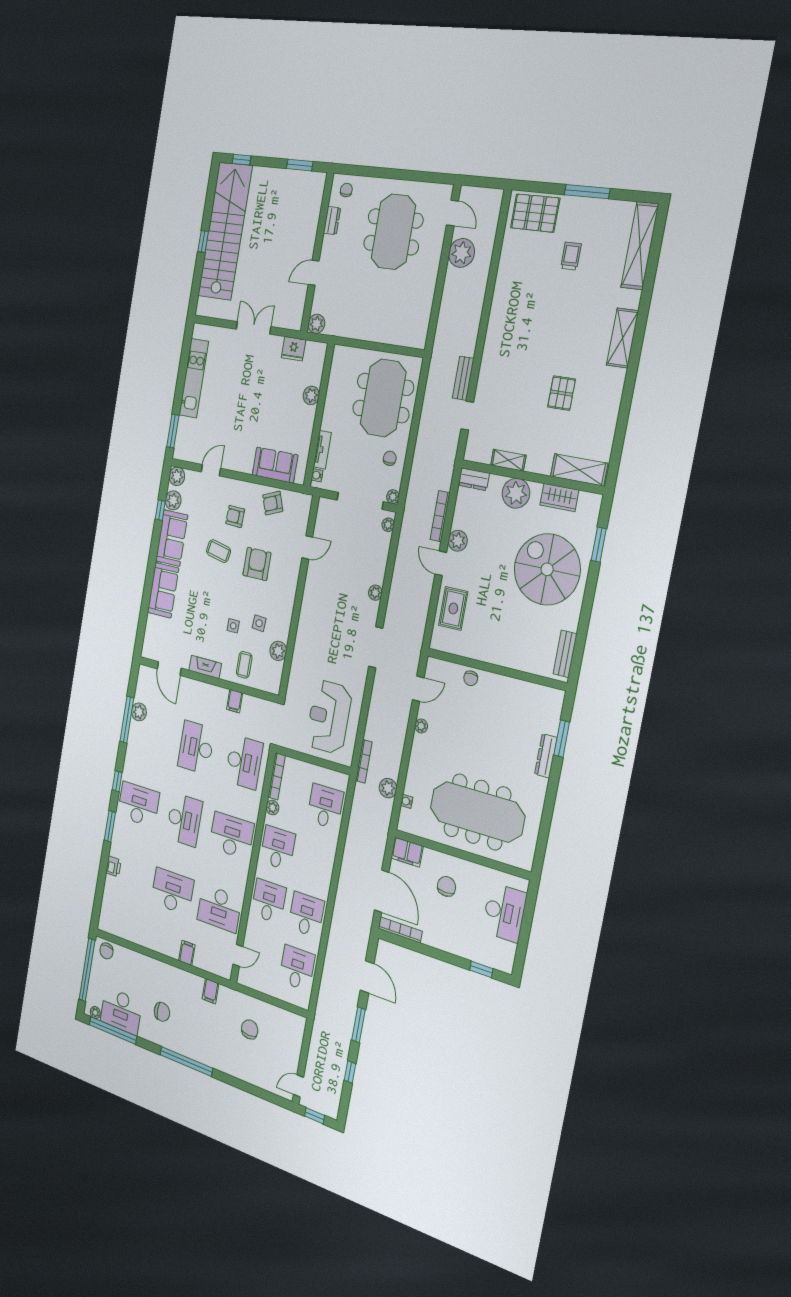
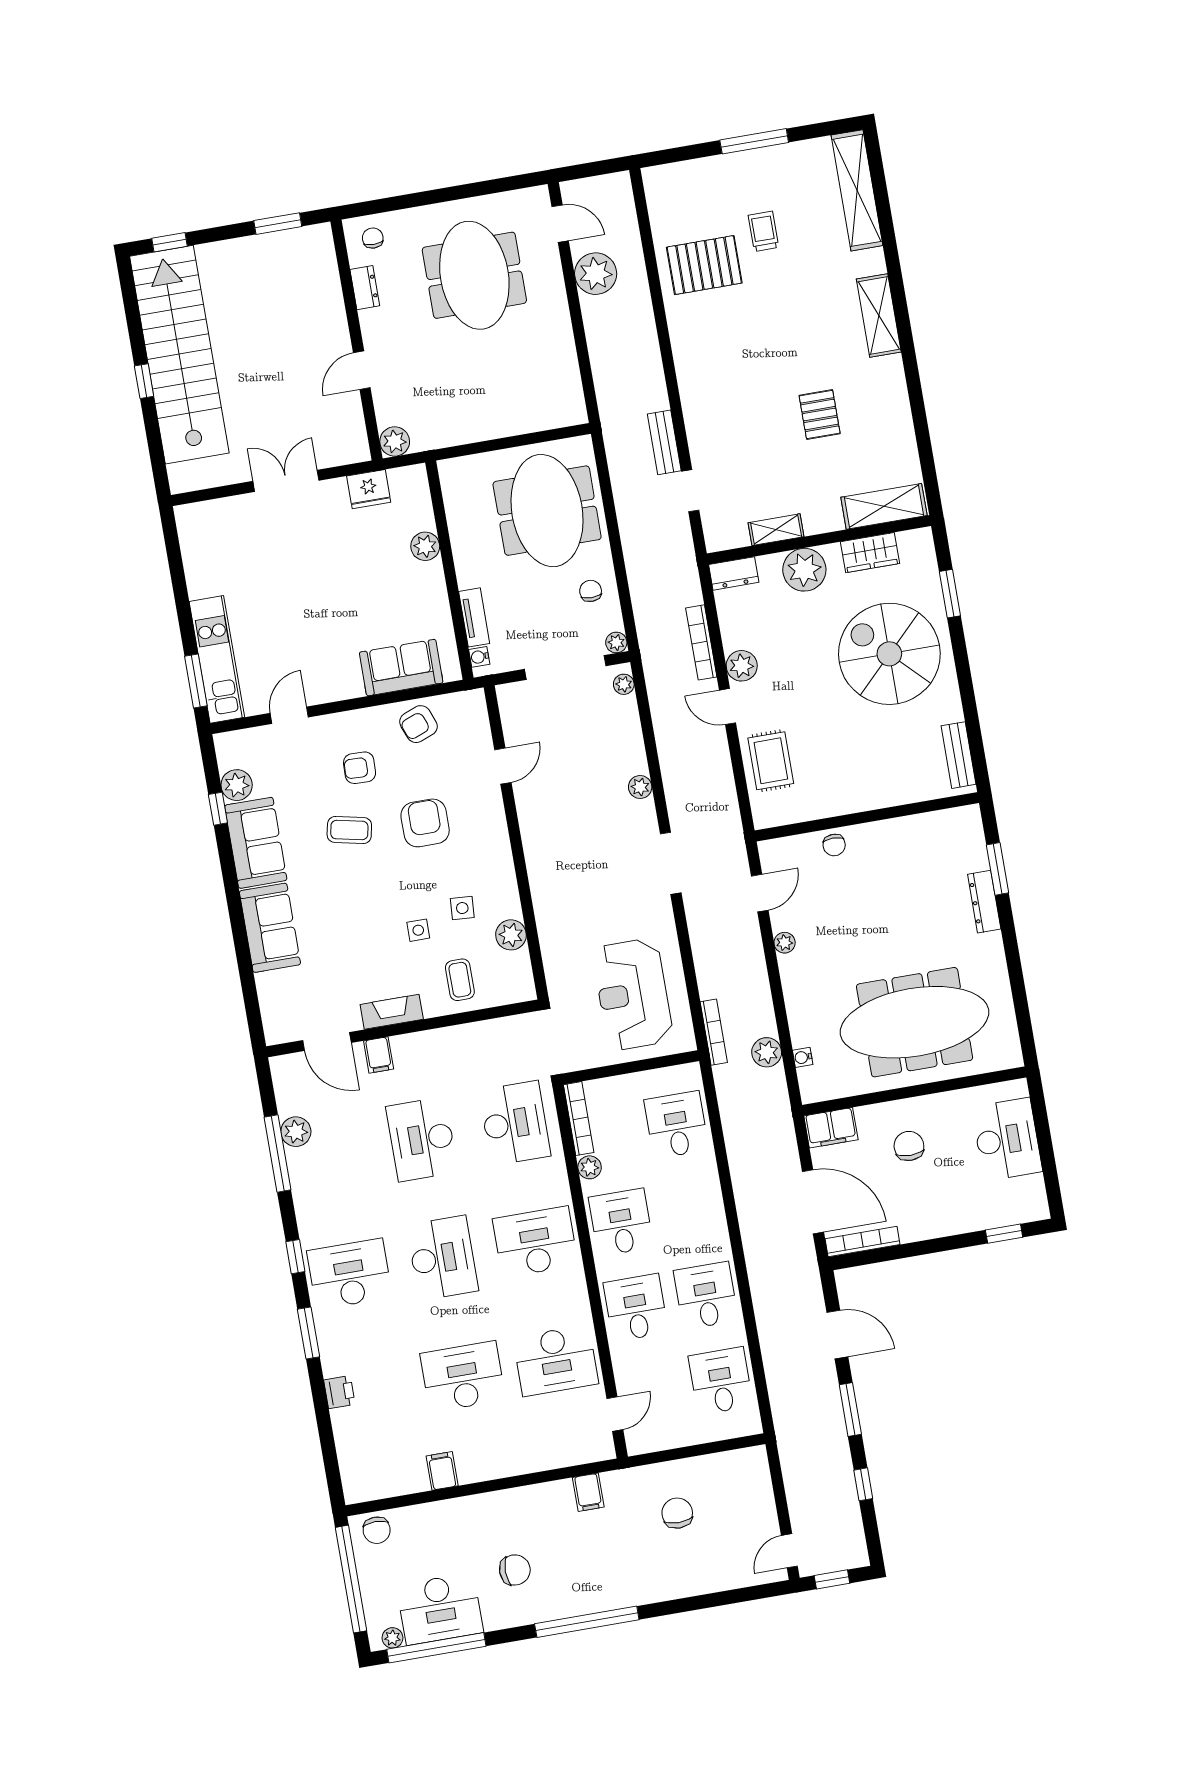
pallet: (535, 213) -> (704, 265), moved
kitchen unit: (194, 378) -> (217, 659), moved
plant: (177, 476) -> (230, 746), removed
filing cabinet: (235, 701) -> (379, 1055), moved
filing cabinet: (187, 953) -> (442, 1471), moved

